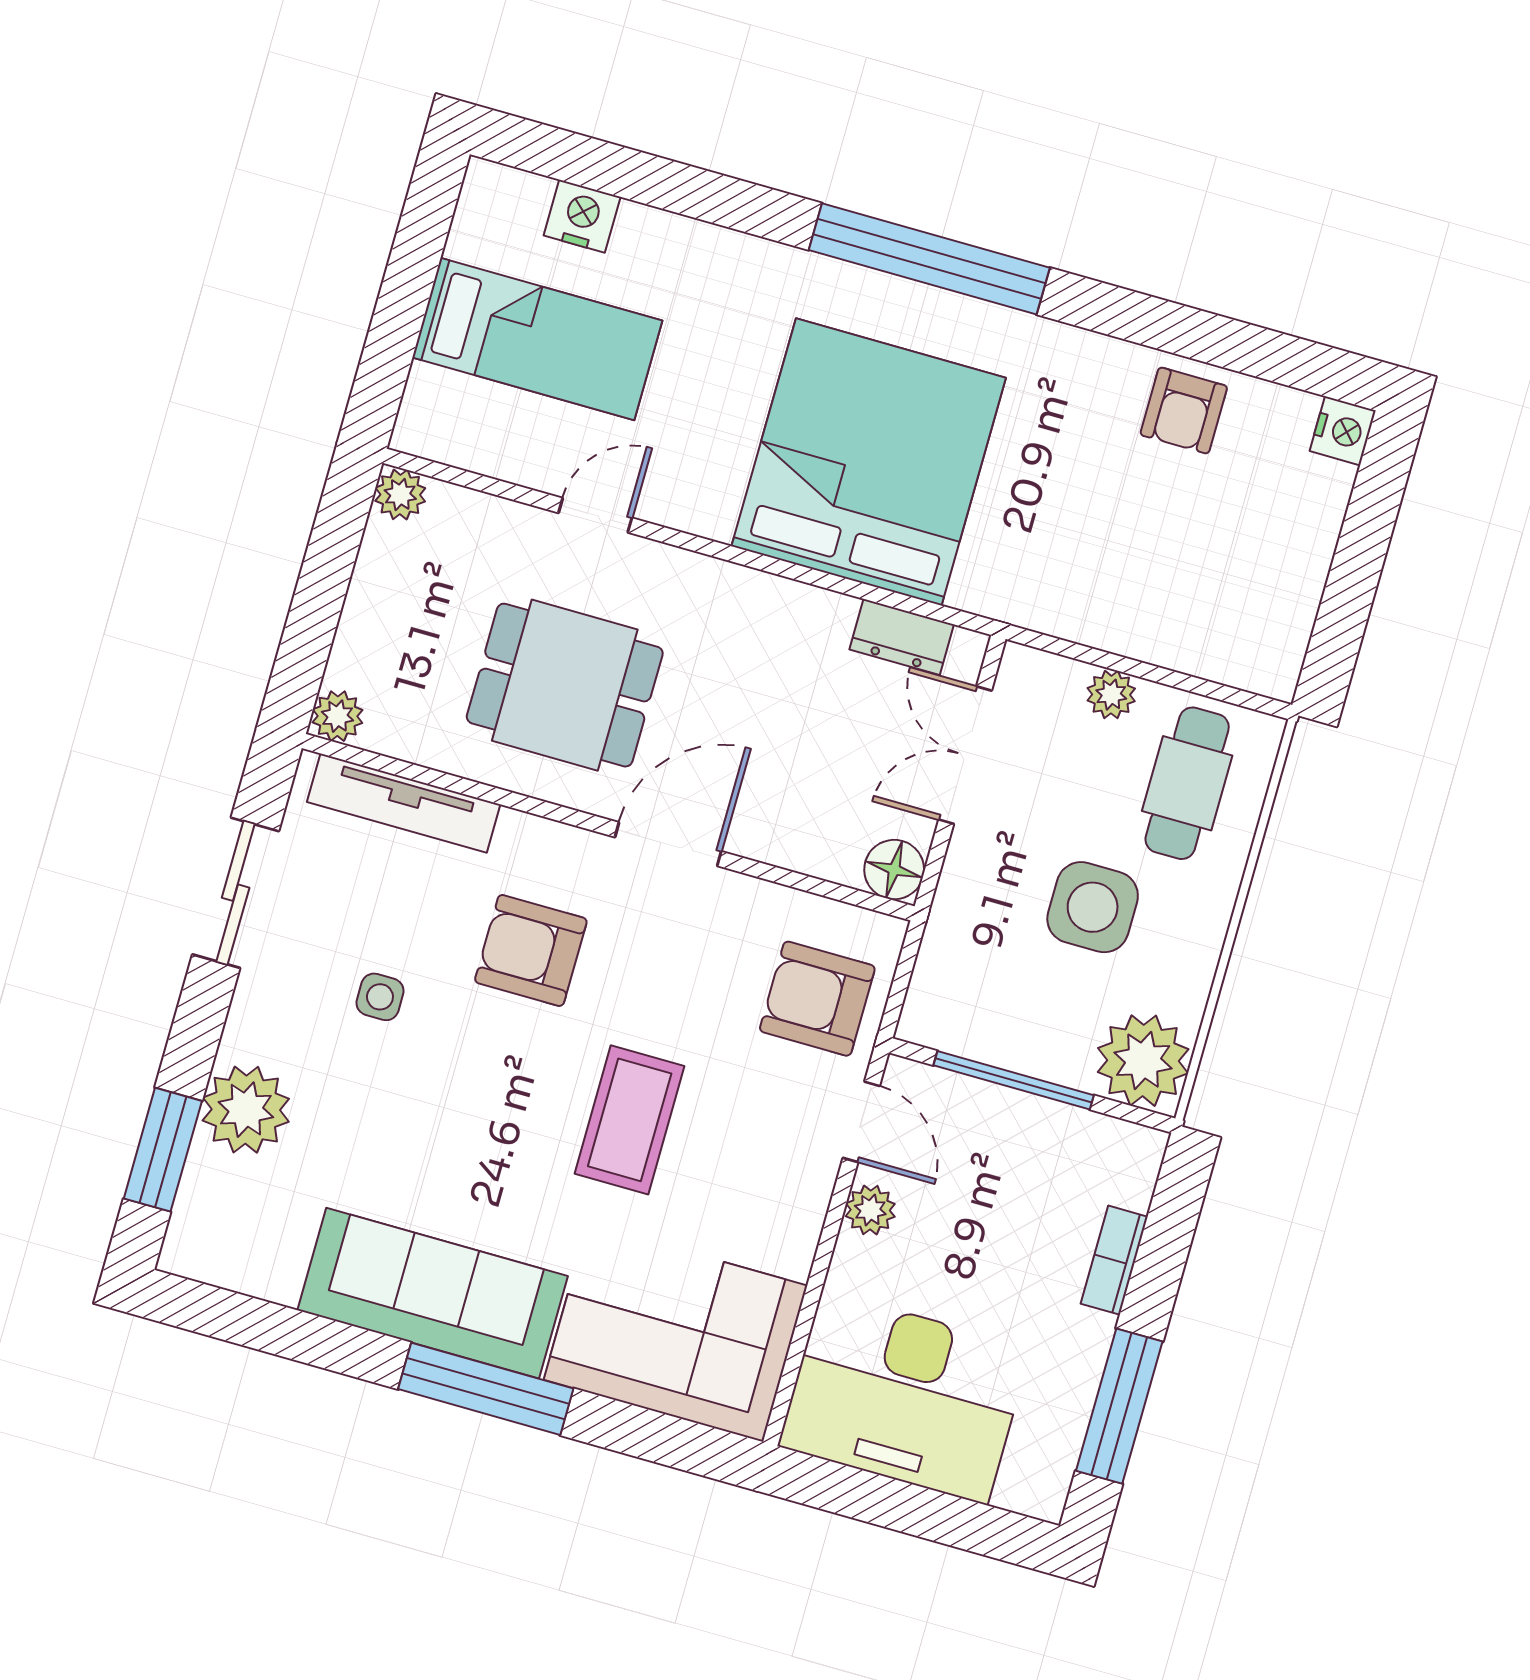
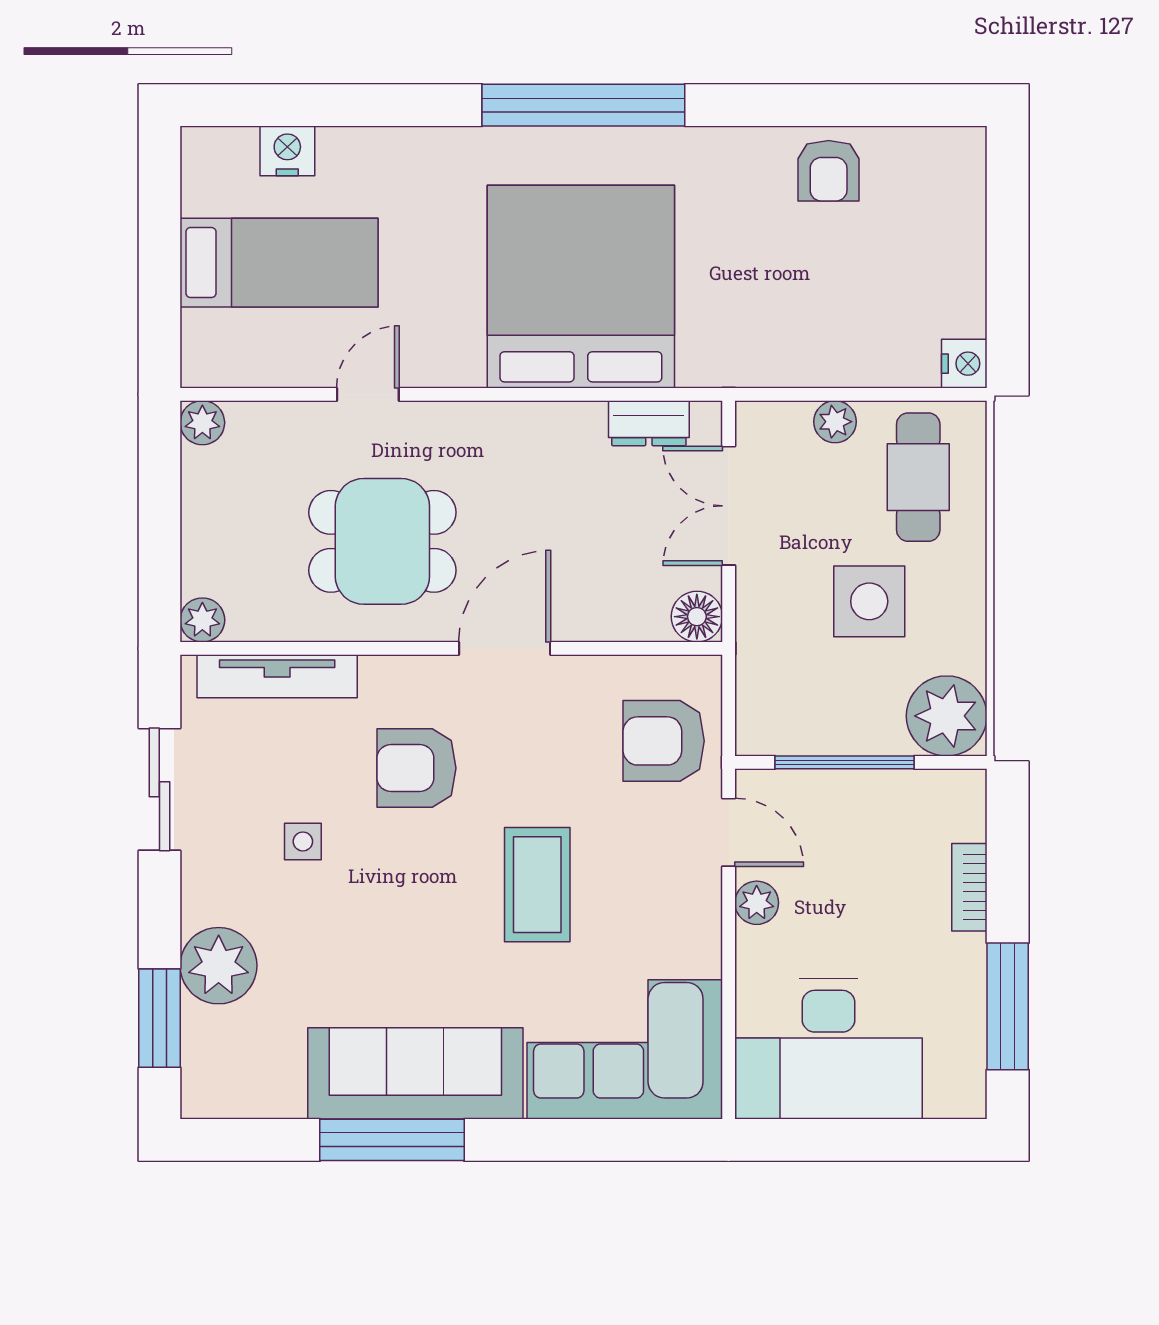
nightstand: (1343, 431) -> (964, 364), moved
window: (486, 1389) -> (392, 1140), moved

